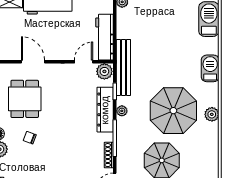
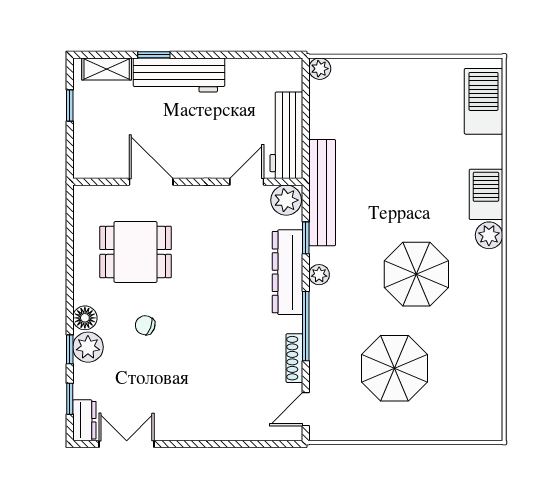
dining table: (25, 99) -> (136, 252), turned 90
parasol: (173, 111) -> (416, 274), width x0.73, depth x0.73
plant: (212, 114) -> (489, 235), moved

